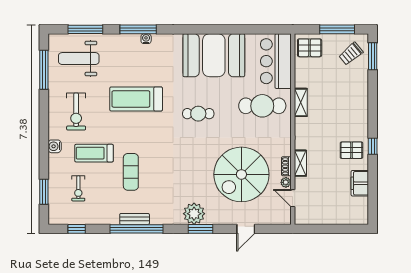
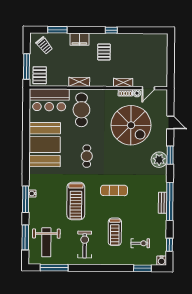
window: (337, 29) -> (26, 67), moved
window: (373, 56) -> (57, 30), moved
exercise bike: (76, 112) -> (85, 244), turned -90
water cooler: (55, 146) -> (162, 261), moved
pallet: (351, 150) -> (104, 52), moved
exercise mat: (131, 172) -> (114, 190), moved
filing cabinet: (360, 183) -> (79, 39), moved

